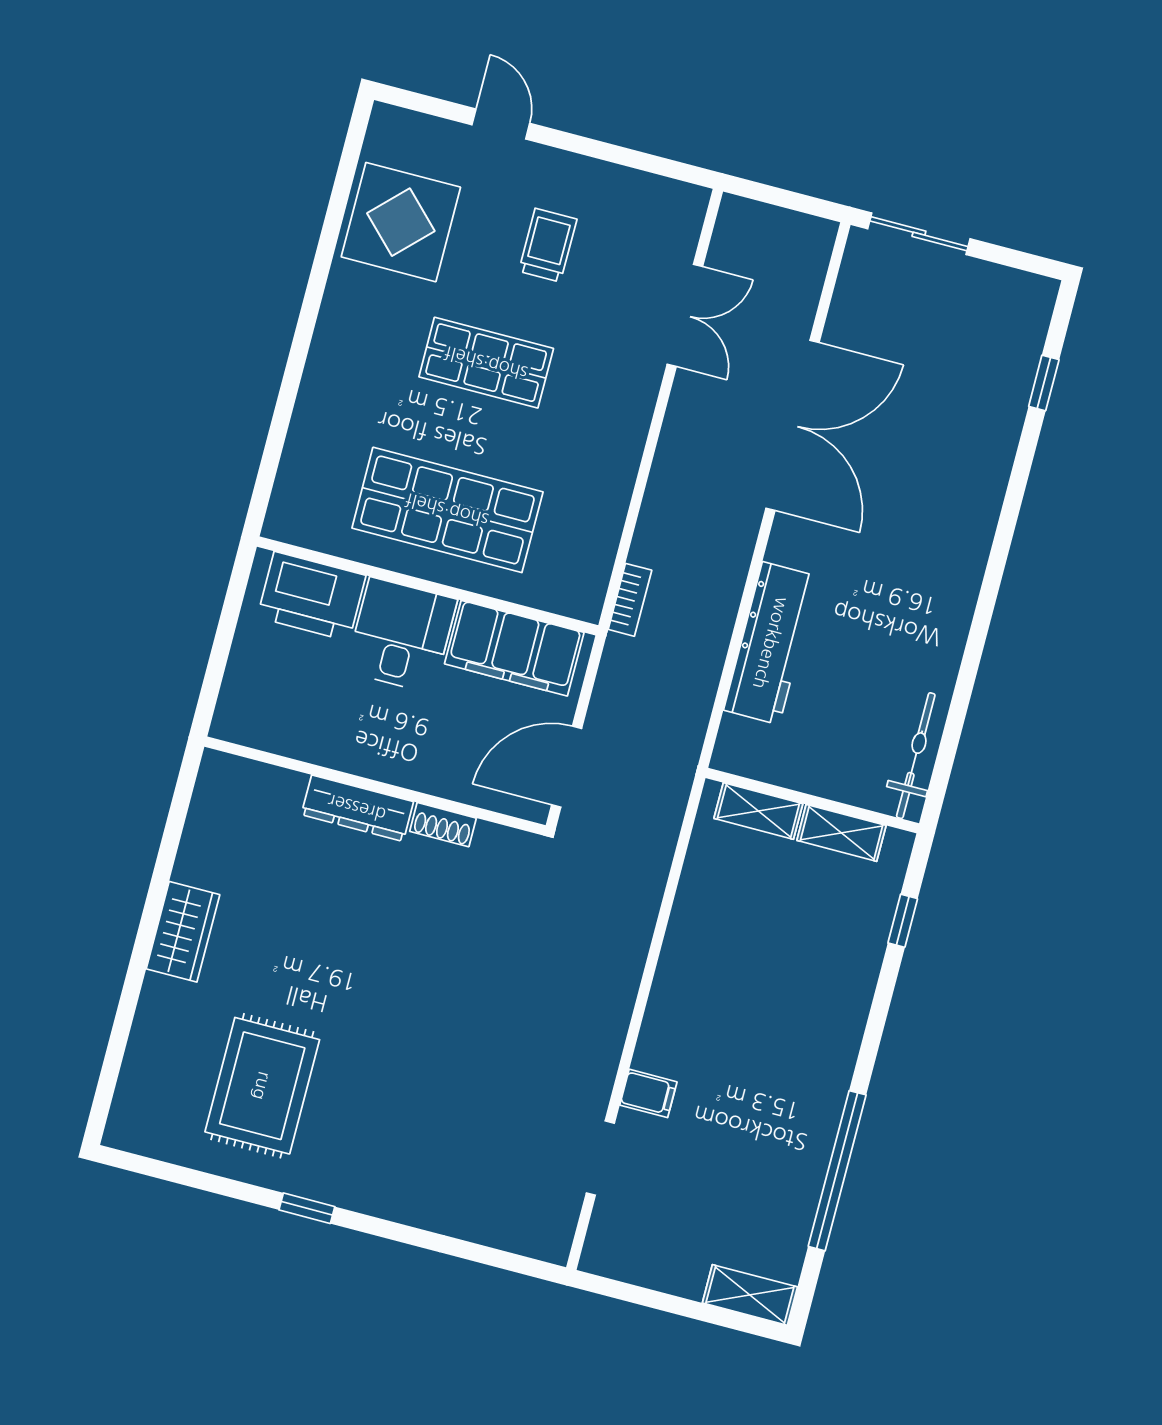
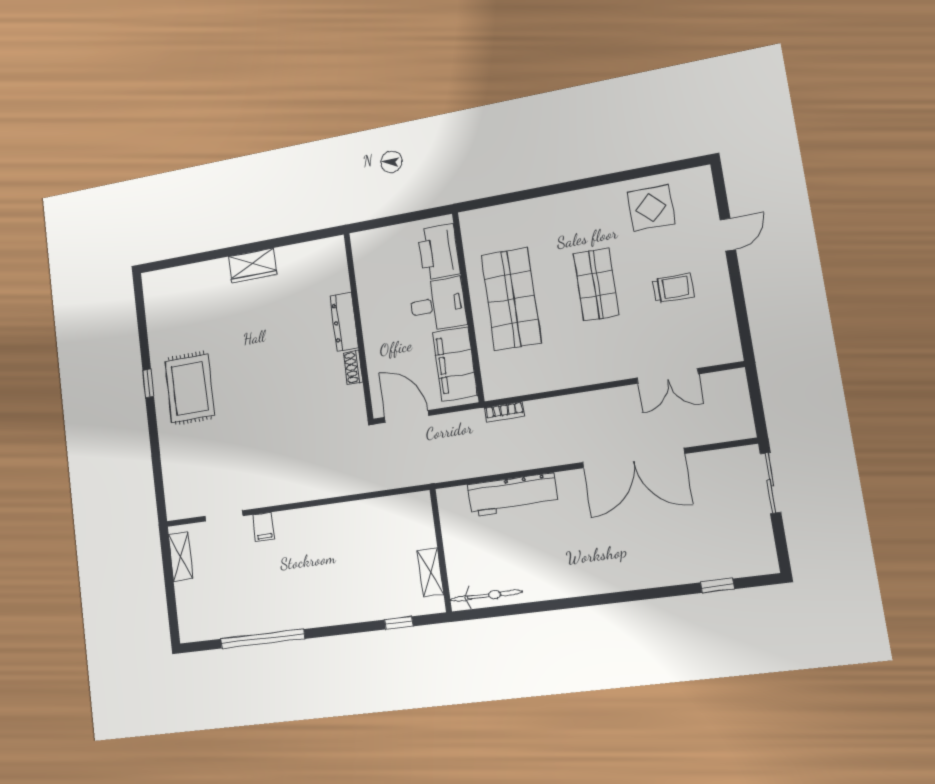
display table: (401, 222) -> (651, 208), width x0.73, depth x0.73
shelving: (758, 811) -> (424, 524), removed
rug: (262, 1086) -> (190, 388), moved, turned 90
shelving: (750, 1295) -> (181, 557), moved

